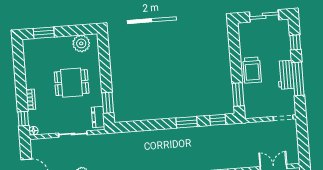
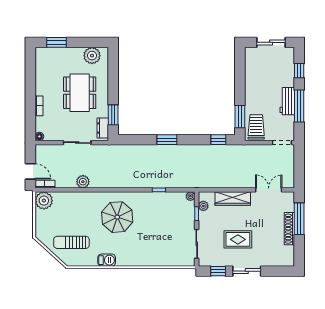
trolley: (252, 70) -> (256, 127), moved, turned 180
dining table: (72, 83) -> (80, 93), width x1.38
window: (23, 119) -> (30, 124), removed
window: (187, 122) -> (167, 140), moved

